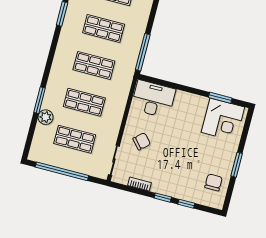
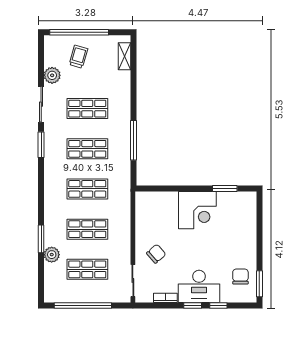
window: (143, 52) -> (134, 140), moved
desk: (153, 99) -> (199, 286), moved, turned 180
corner desk: (223, 120) -> (197, 210), moved
window: (237, 165) -> (259, 284), moved

